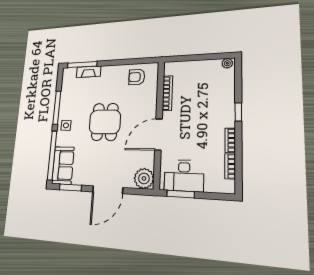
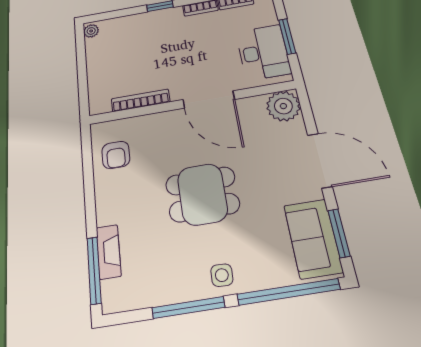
sofa: (63, 165) -> (313, 238), moved, turned -90
window: (181, 194) -> (287, 36), moved

